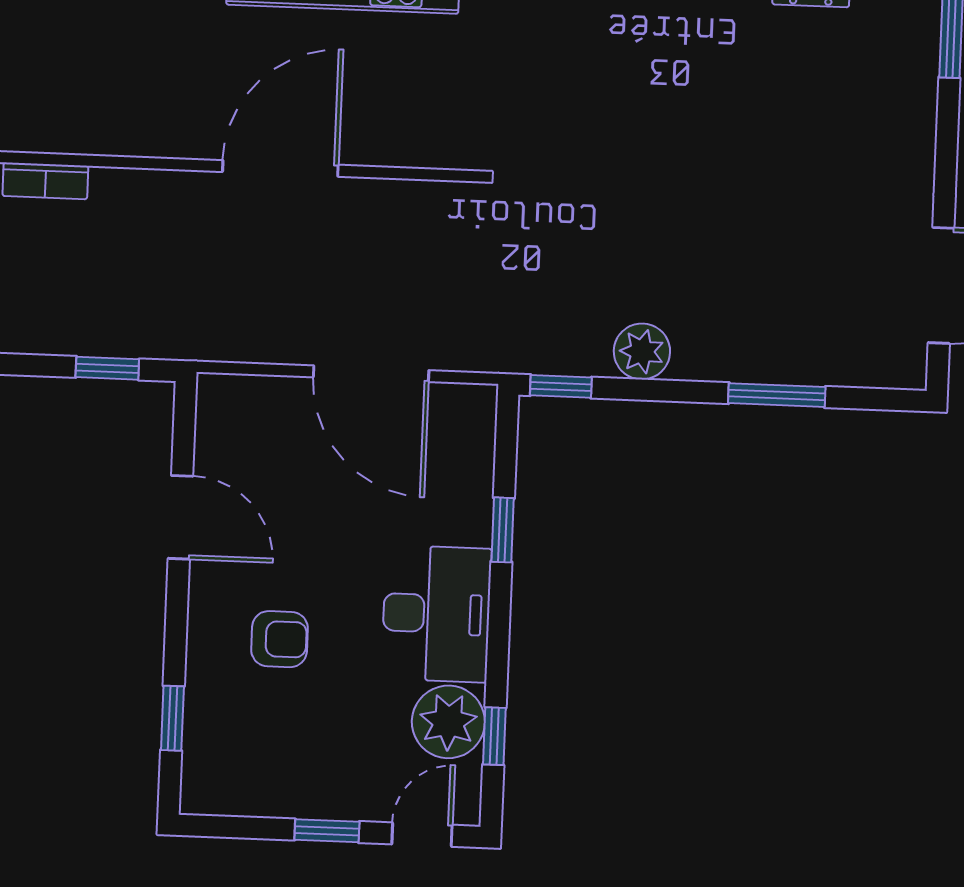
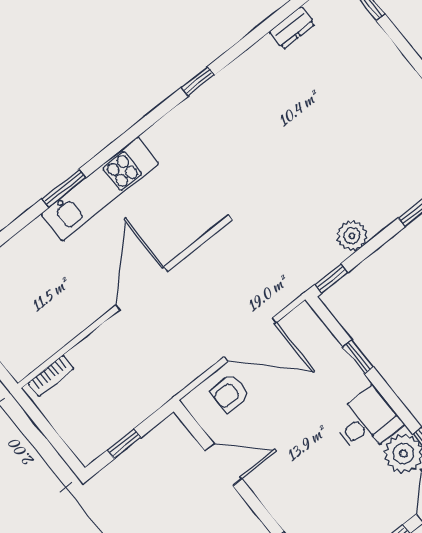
window: (107, 368) -> (124, 444), moved
desk: (436, 614) -> (367, 422), width x0.73
armchair: (279, 639) -> (230, 393), moved, turned 180

